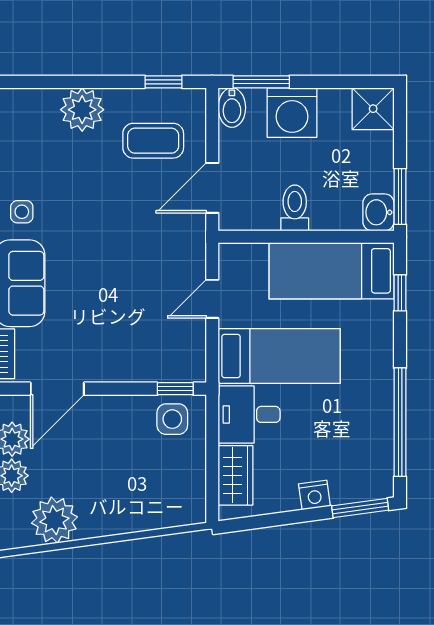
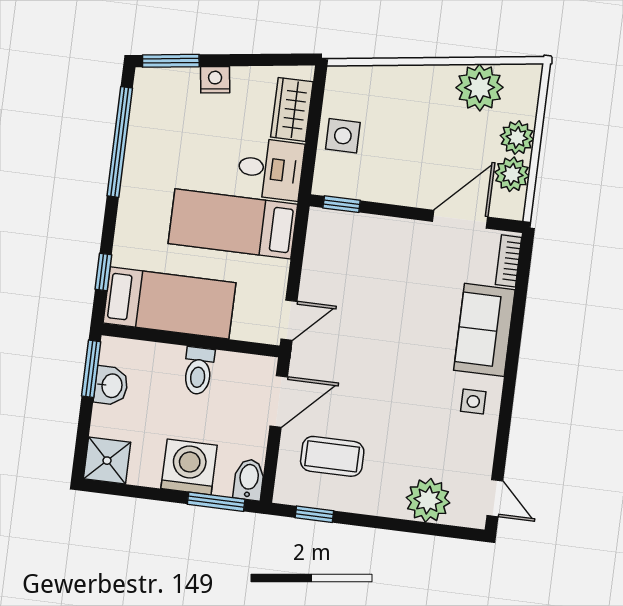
plant: (82, 110) -> (428, 500), moved
washbasin: (378, 212) -> (111, 386), moved
door: (212, 299) -> (289, 320), moved
side table: (172, 419) -> (343, 136), moved

